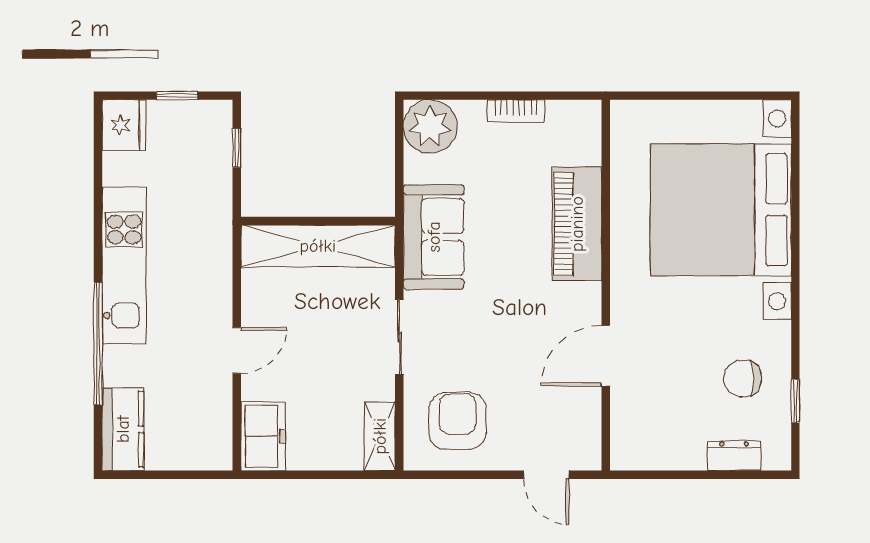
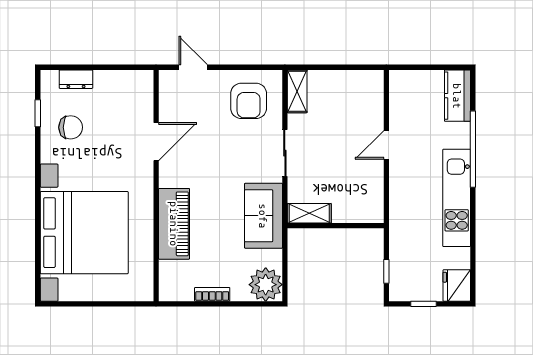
shelving: (318, 246) -> (309, 213), width x0.45, depth x0.75
freezer: (263, 436) -> (370, 91), removed

